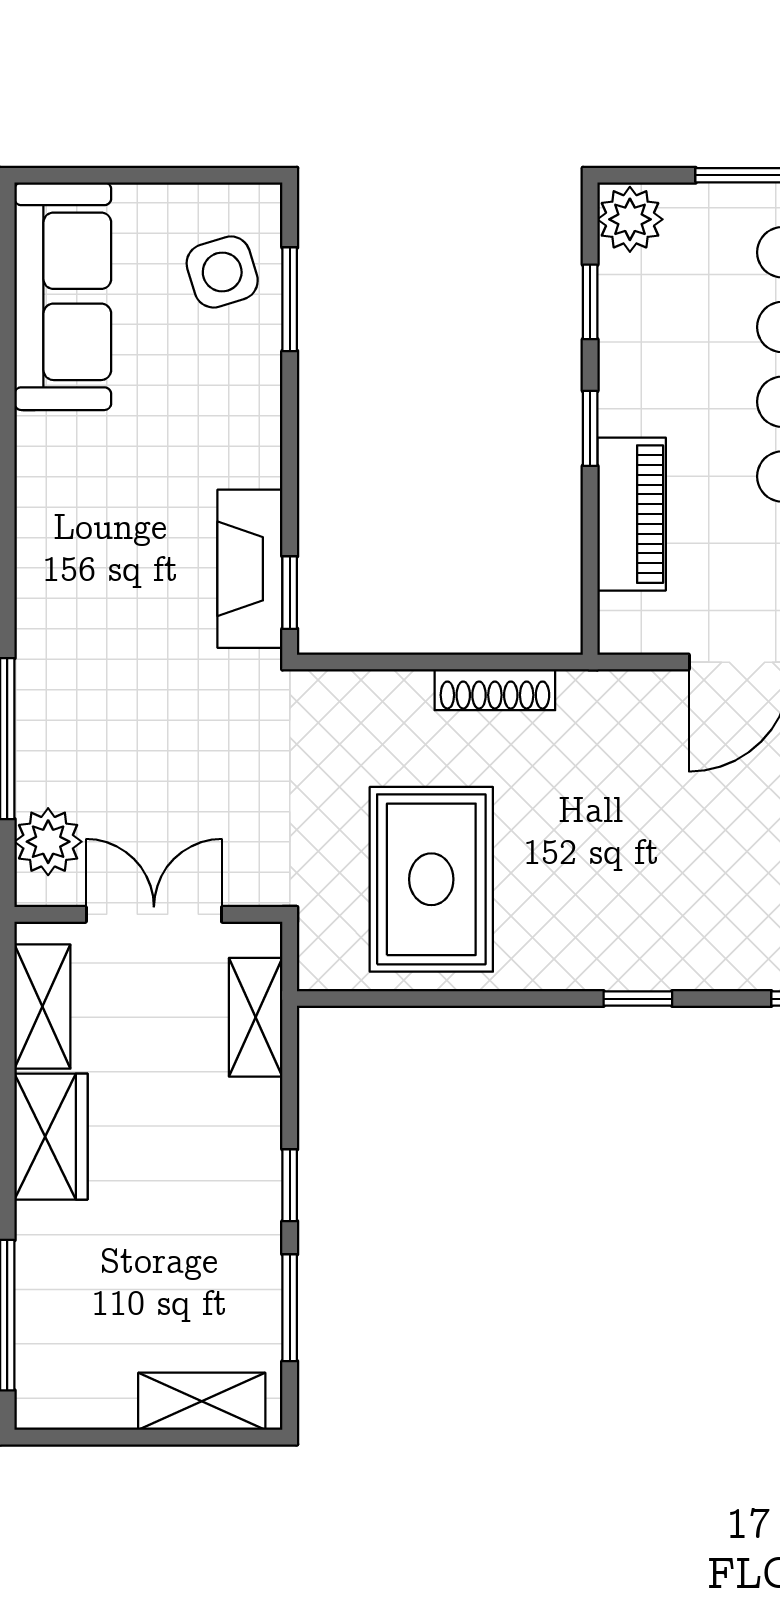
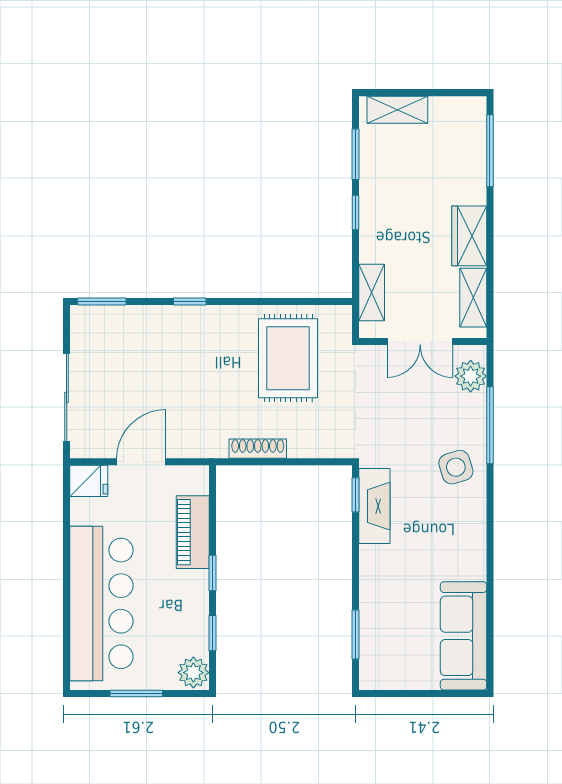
side table: (222, 272) -> (456, 467), moved

